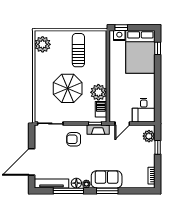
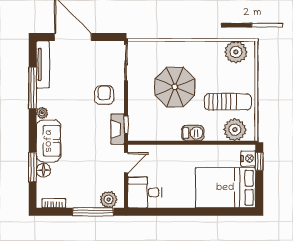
window: (158, 48) -> (230, 212), removed
plant: (98, 92) -> (235, 130), moved
barbecue: (101, 109) -> (193, 133), moved
door: (122, 124) -> (126, 163), swing flipped
window: (158, 147) -> (93, 212), width x2.17
floor lamp: (76, 183) -> (43, 170), moved
window: (107, 191) -> (33, 167), moved

